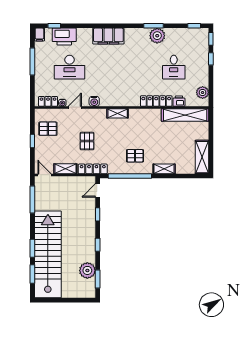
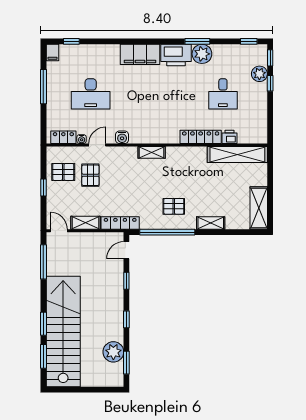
printer: (64, 37) -> (176, 55), moved
plant: (203, 93) -> (259, 74), moved
pallet: (87, 141) -> (90, 175), moved

